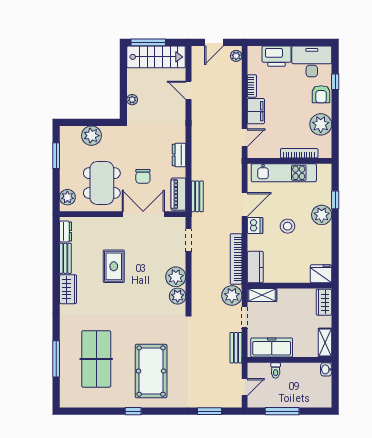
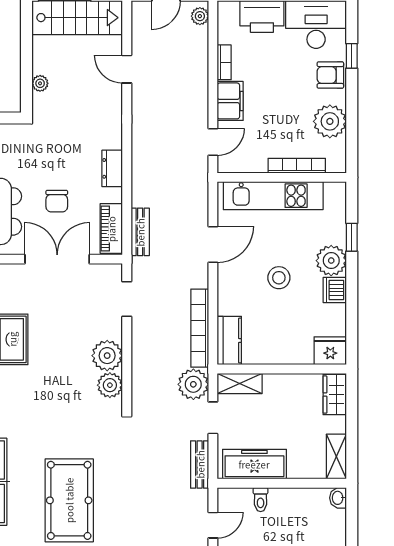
armchair: (321, 94) -> (330, 75), turned 90
dishwasher: (255, 225) -> (335, 290), moved, turned 180

